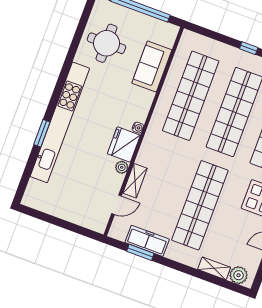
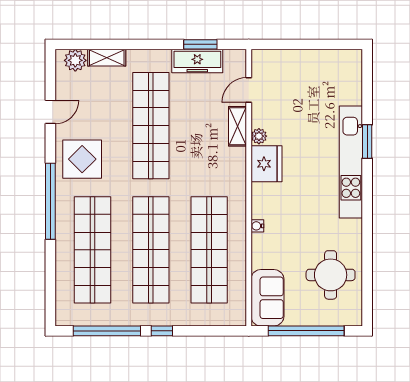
sofa: (152, 66) -> (267, 298), moved
kitchen unit: (60, 122) -> (351, 162), width x0.73
water cooler: (138, 128) -> (257, 226), moved

